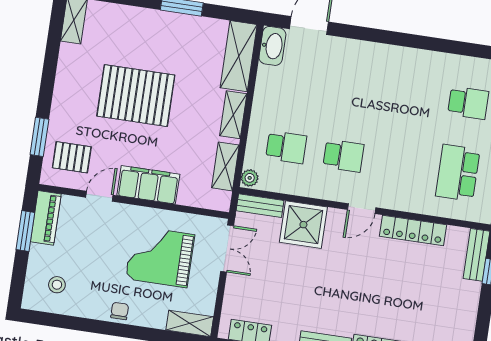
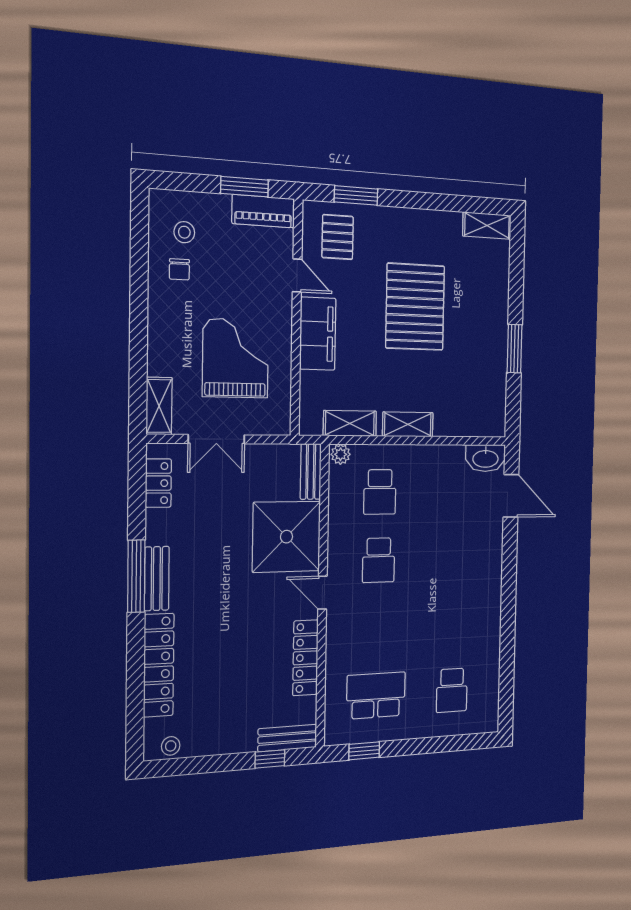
shelving: (239, 56) -> (471, 421), removed
shower: (303, 225) -> (286, 537), width x1.37, depth x1.37
double door: (227, 248) -> (216, 439), moved
chair: (120, 311) -> (179, 269), moved, turned 90

